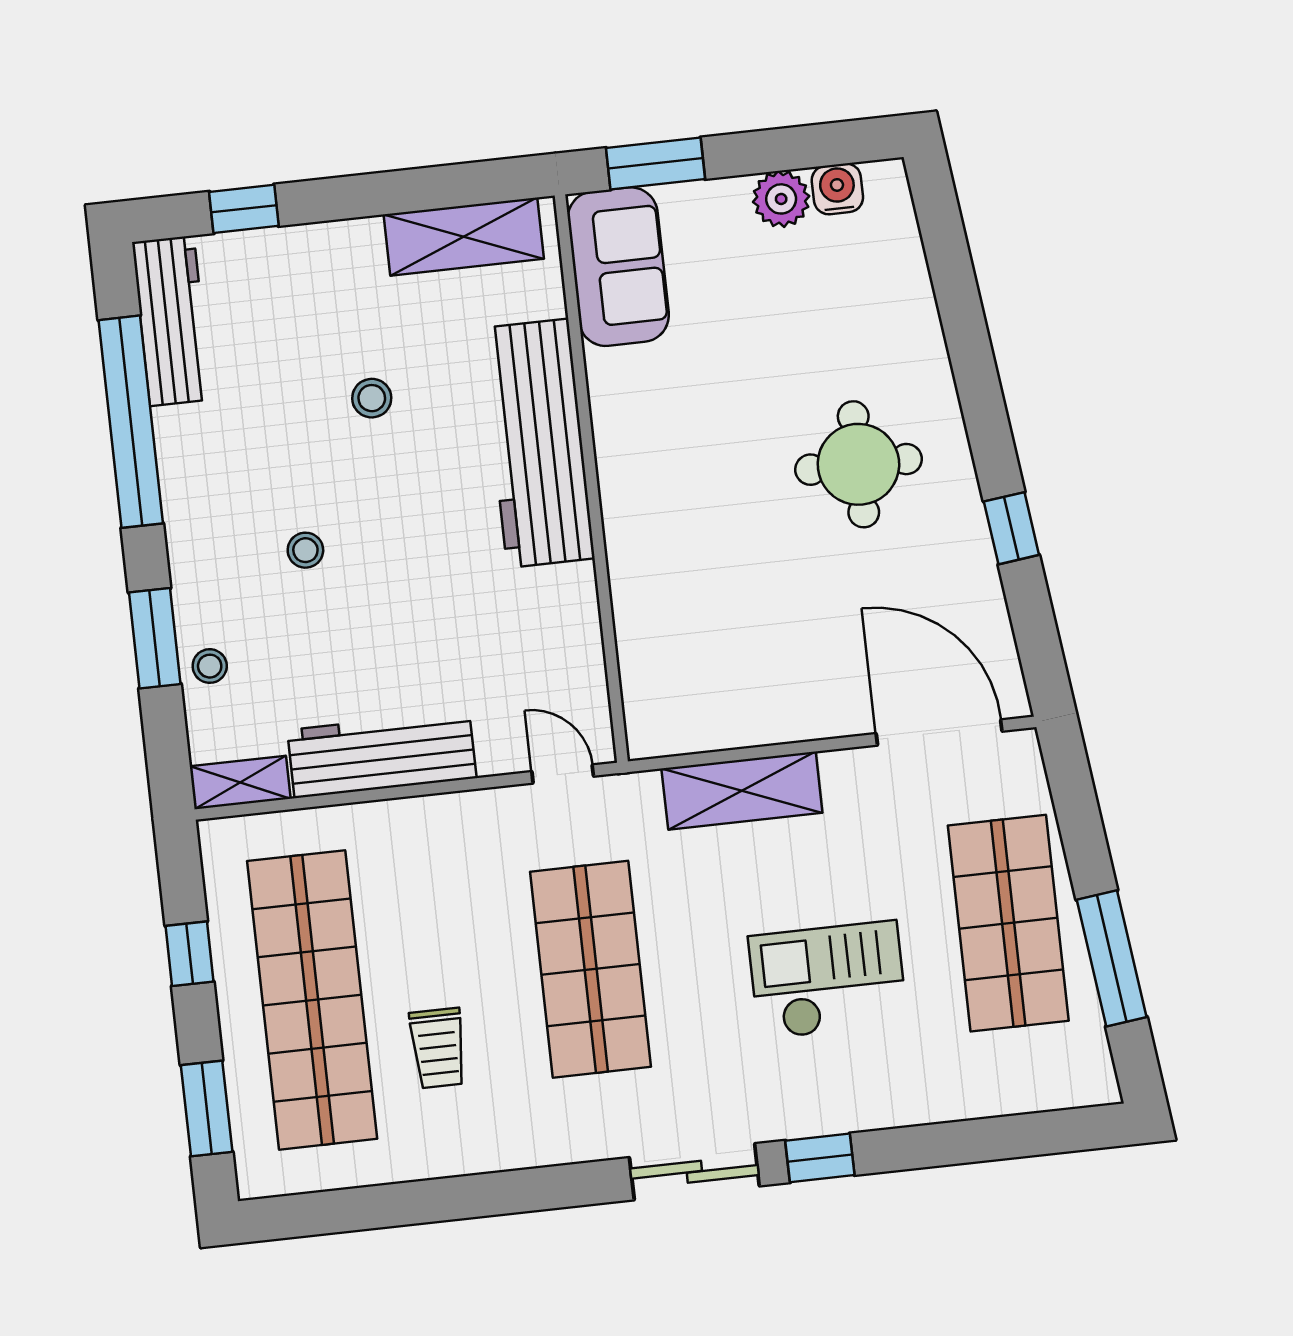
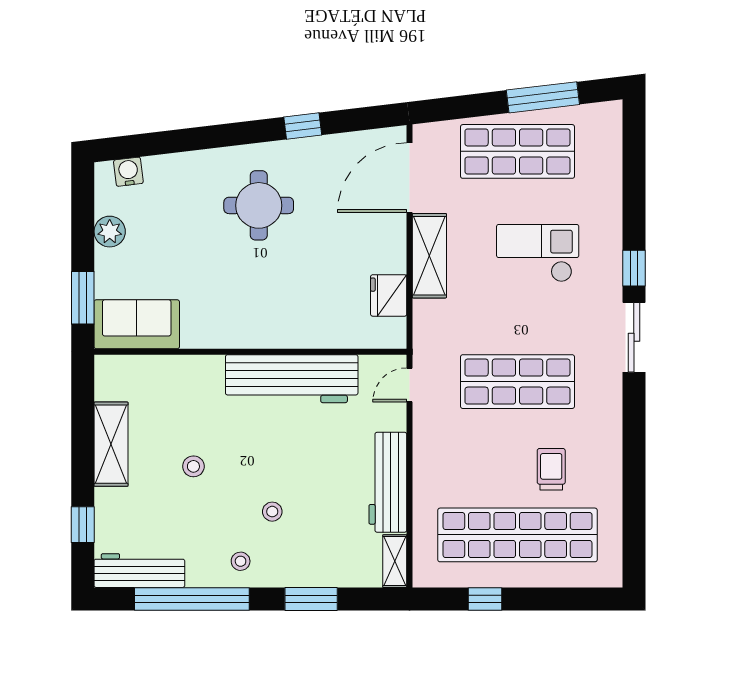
water cooler: (837, 189) -> (128, 172), moved, turned 83
shelving: (464, 237) -> (111, 444), moved
workbench: (538, 443) -> (292, 379), moved
stool: (210, 666) -> (241, 561), moved
fridge: (721, 718) -> (389, 295), added
shelving: (742, 791) -> (429, 256), moved
checkout: (828, 980) -> (538, 253), turned 90
trolley: (438, 1048) -> (551, 469), turned -90
window: (207, 1108) -> (570, 599), removed

